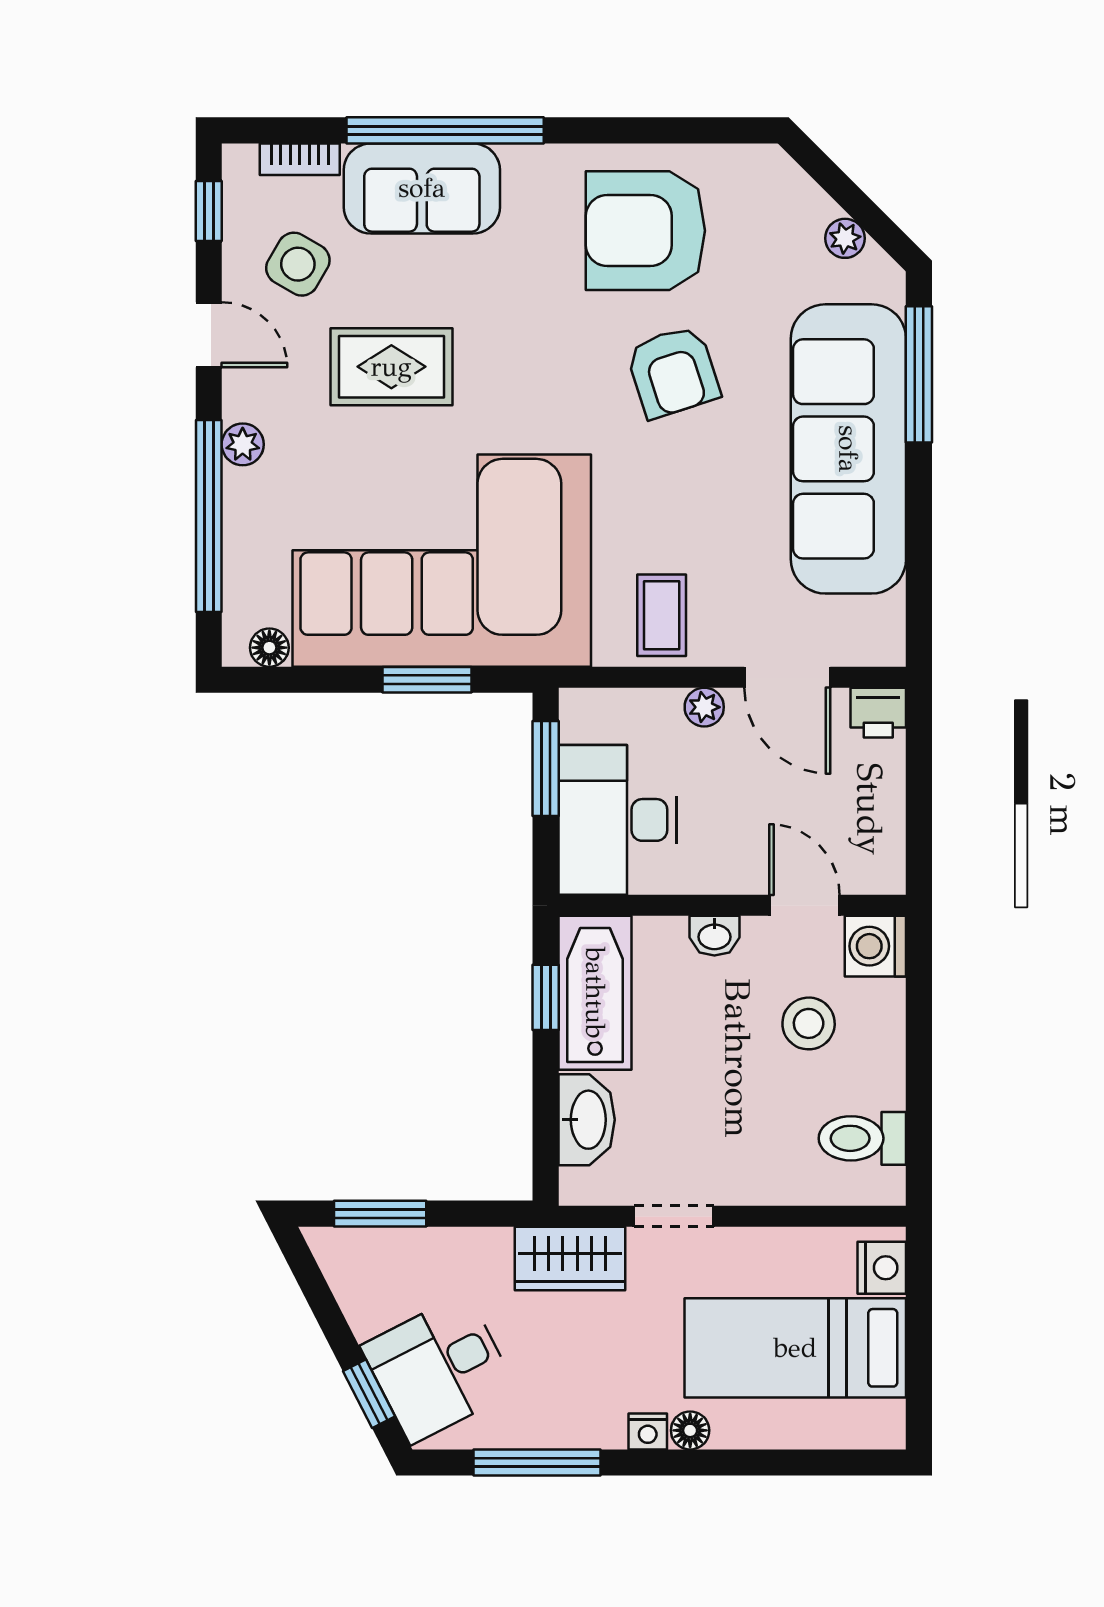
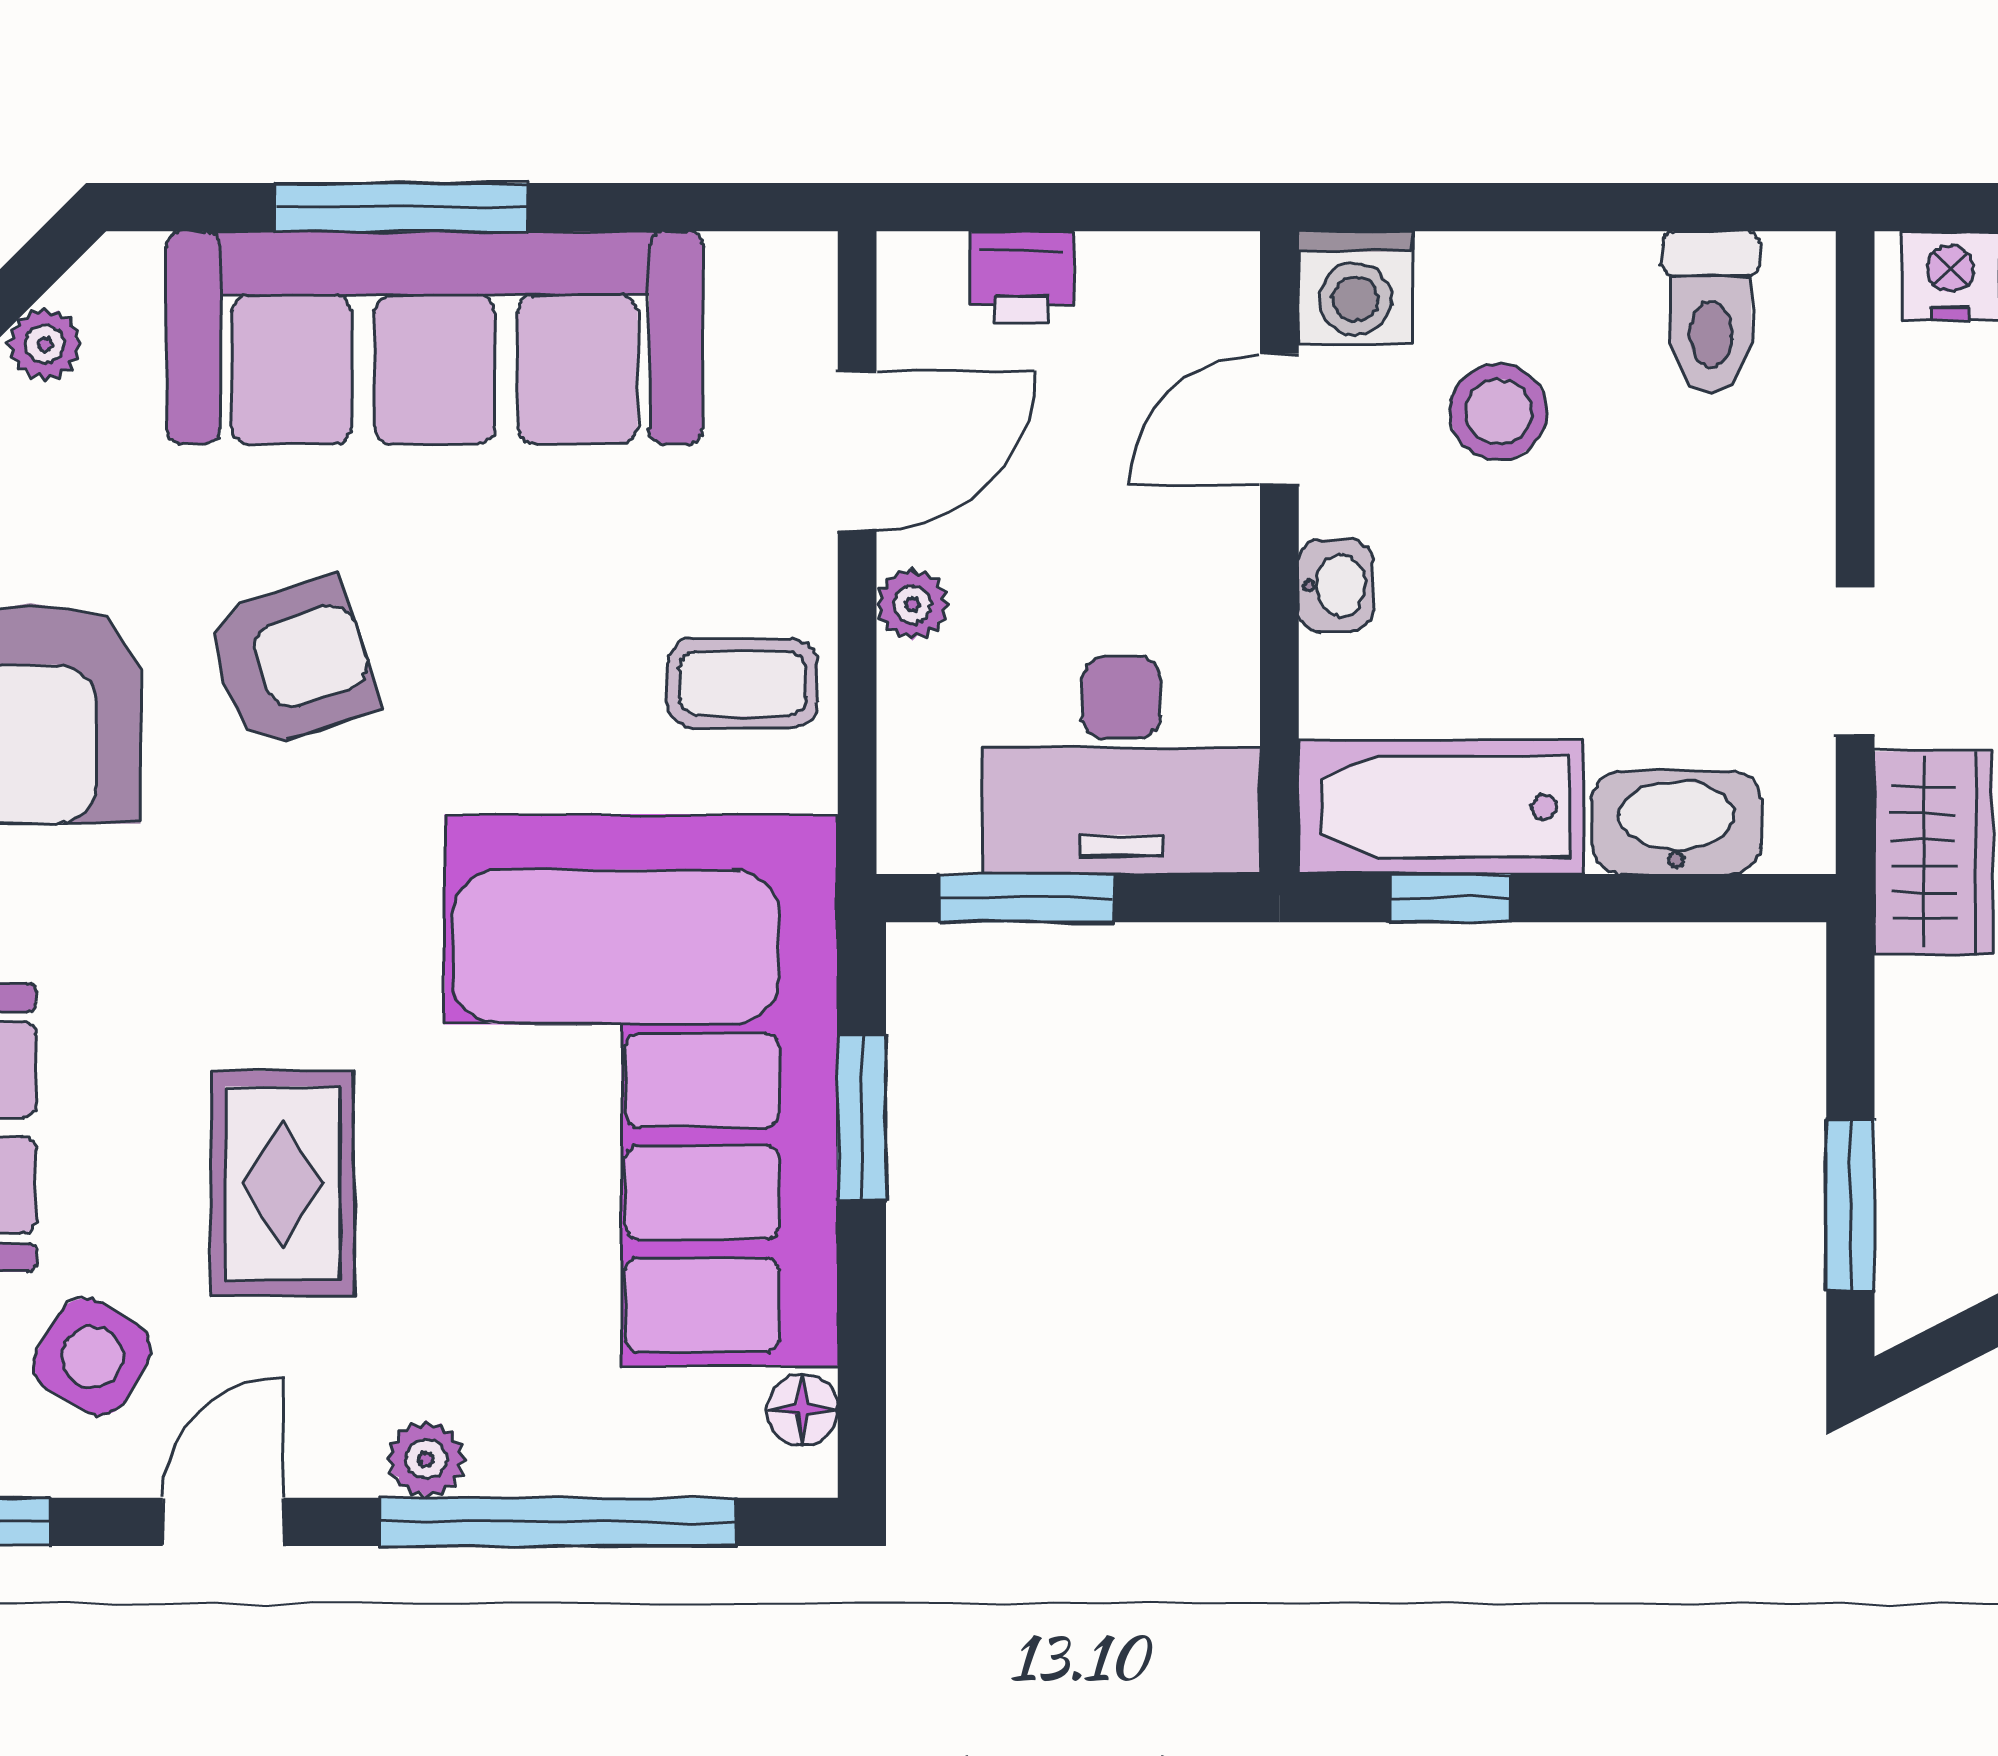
window: (919, 374) -> (402, 207), moved
printer: (878, 713) -> (1022, 278), moved, turned 90

